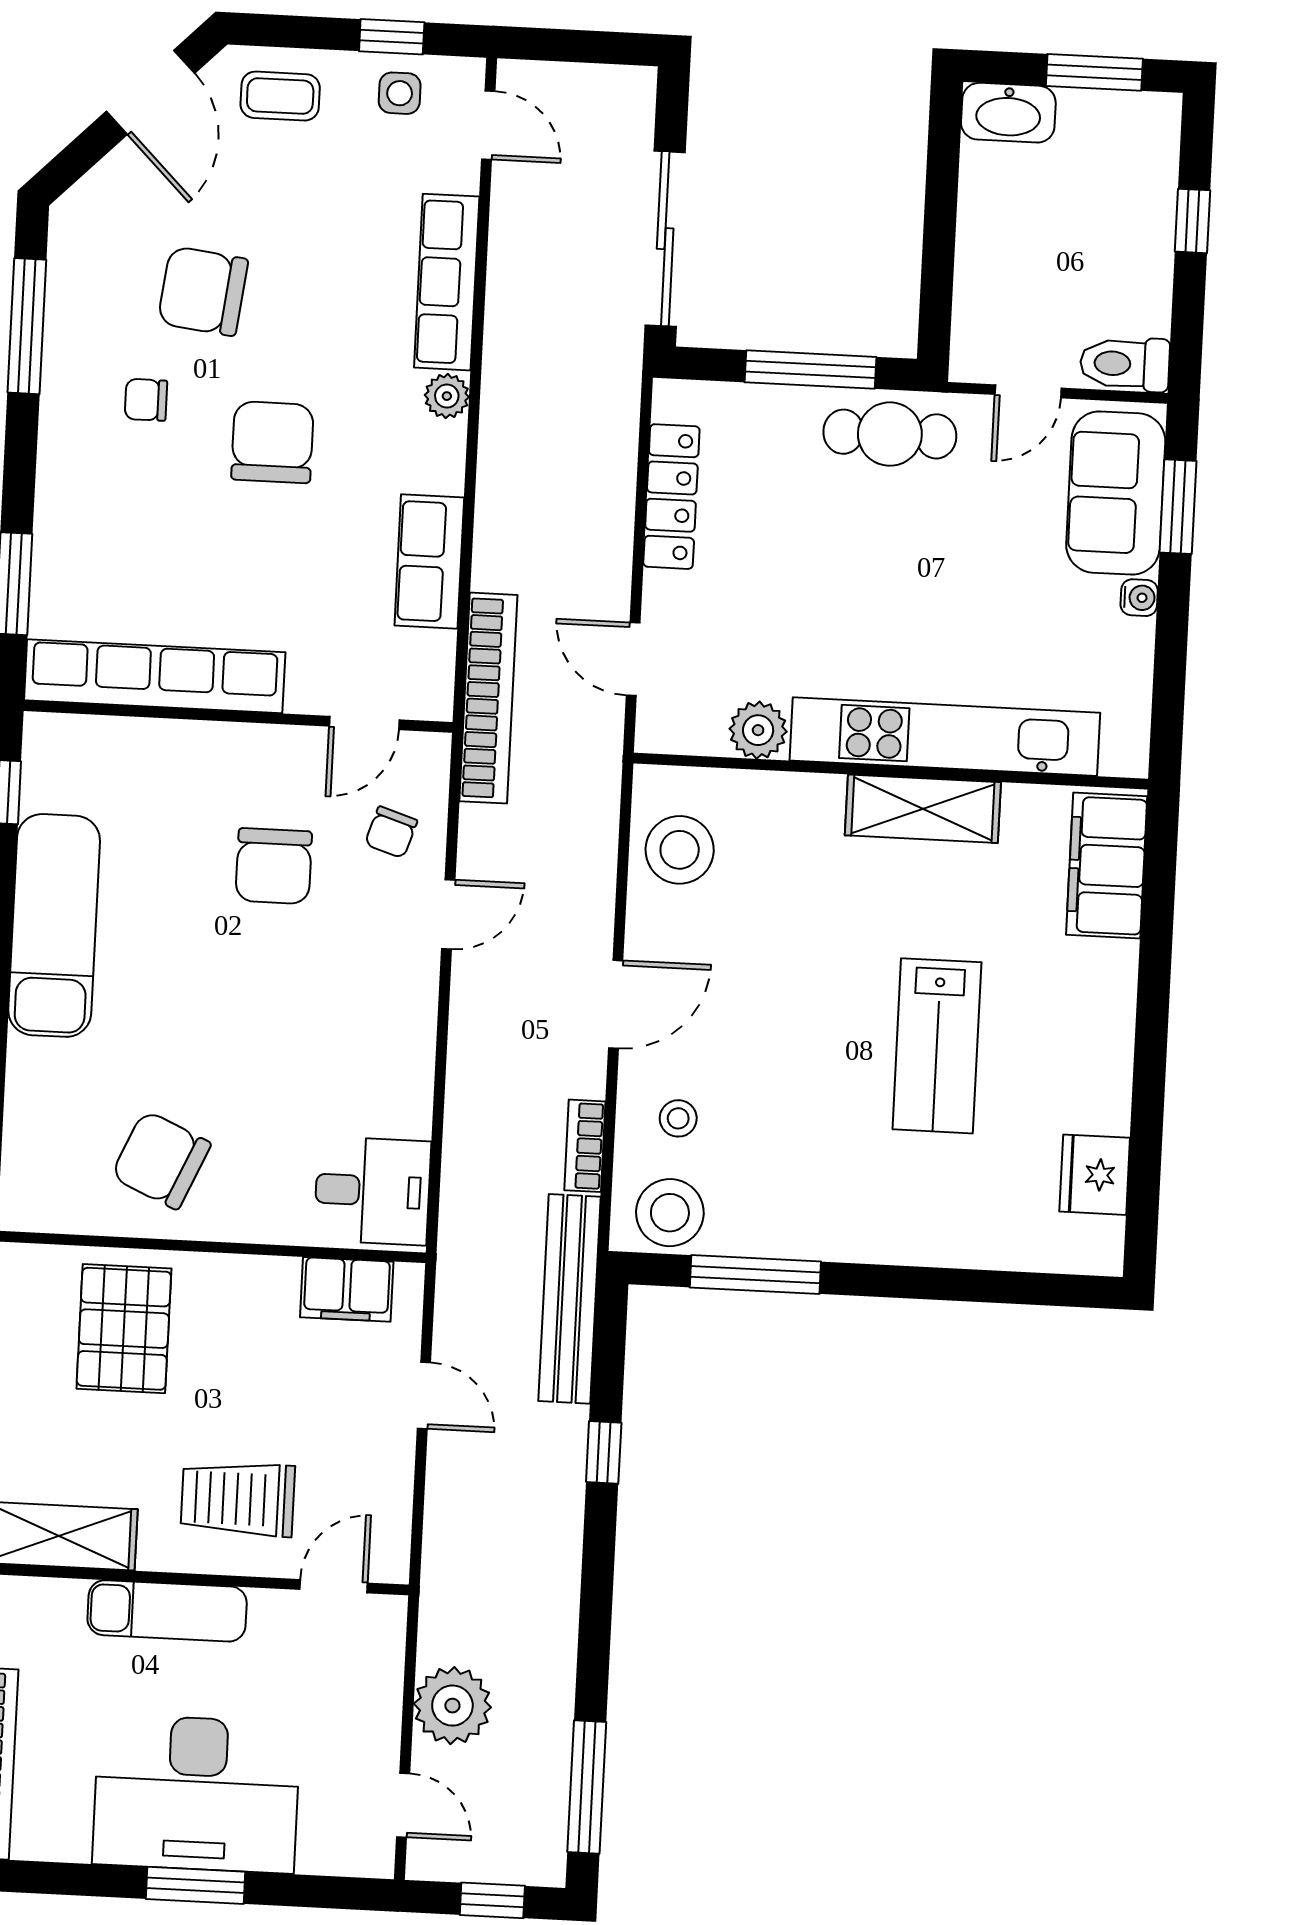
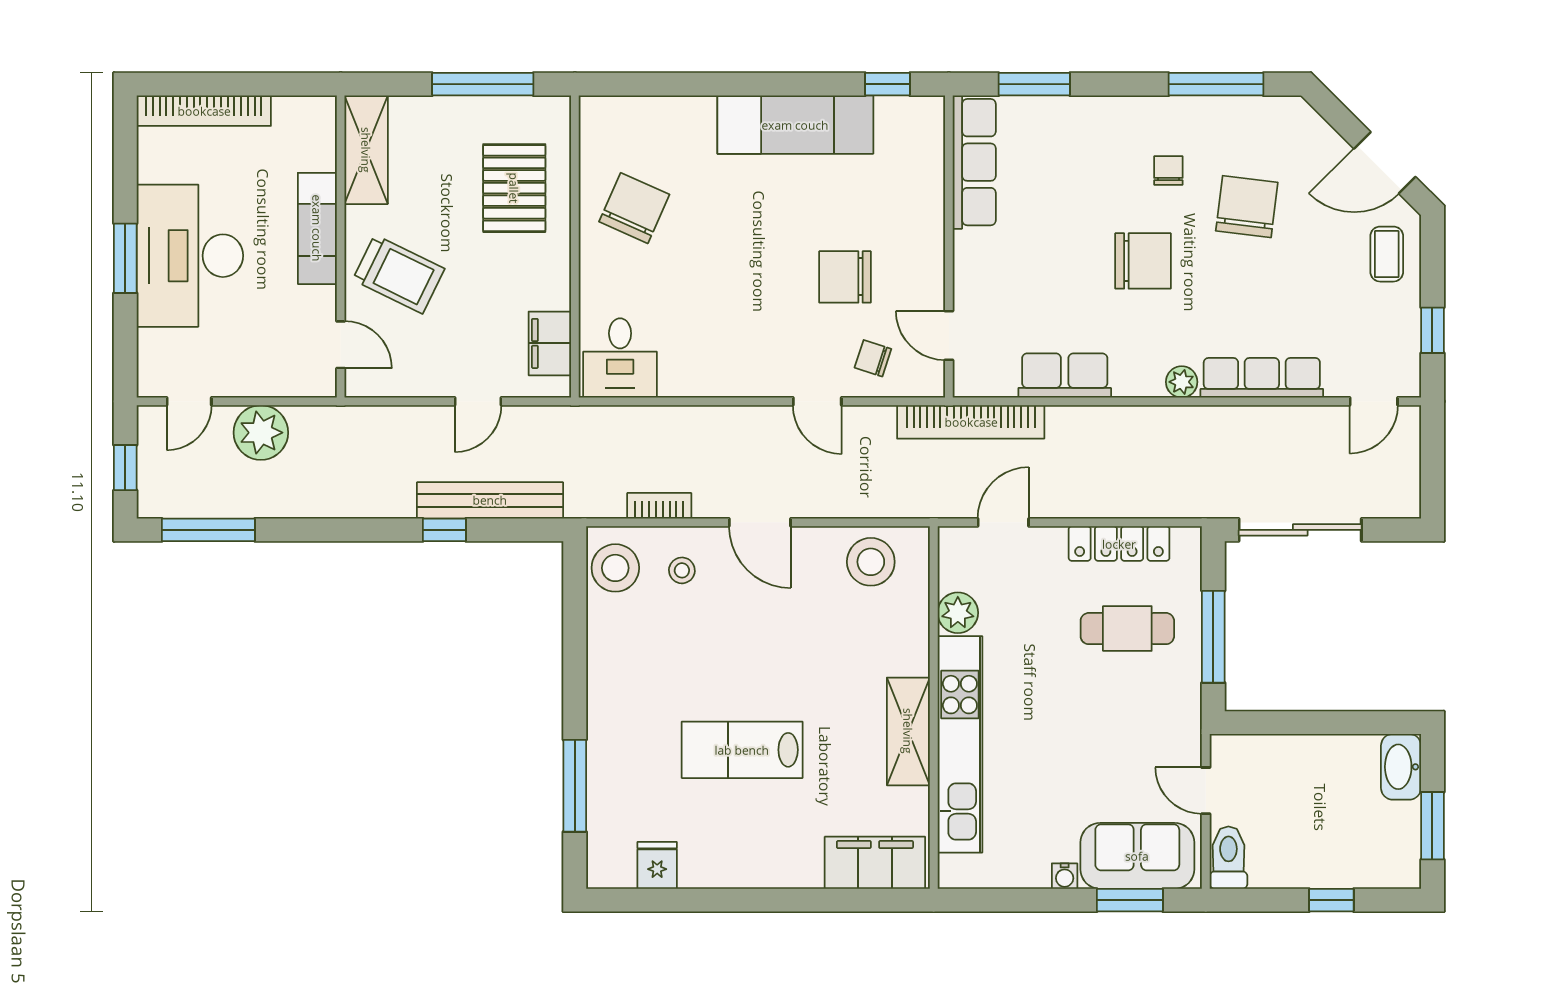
side table: (400, 93) -> (1393, 338), removed
cafe table: (890, 434) -> (1127, 629), moved, turned 90
row of seats: (155, 676) -> (974, 162), width x0.73
fridge: (1095, 1175) -> (657, 865), width x0.72
window: (755, 1275) -> (575, 786), moved
bench: (570, 1299) -> (490, 500), moved
pallet: (124, 1329) -> (514, 188), turned 90
trolley: (238, 1499) -> (399, 274), turned 116

